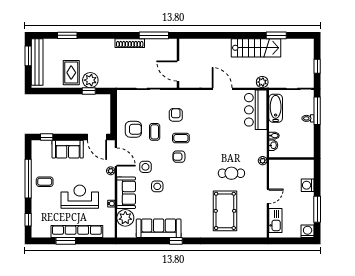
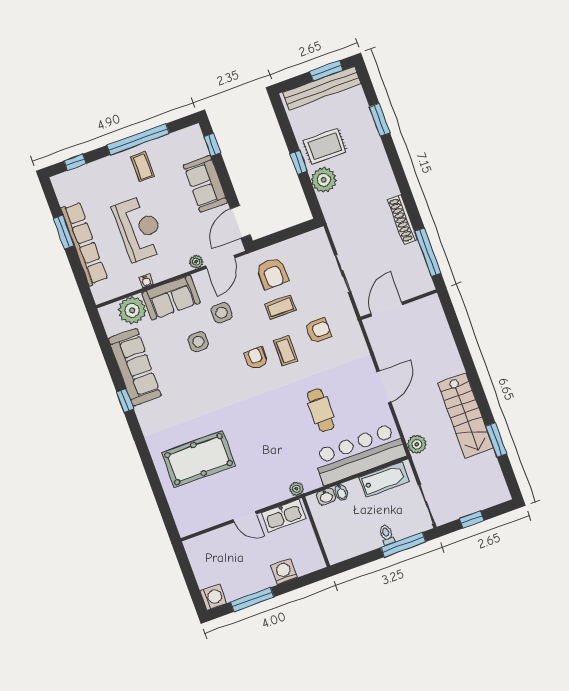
window: (89, 91) -> (299, 163), moved
bar counter: (256, 110) -> (359, 454), width x1.36
cafe table: (231, 173) -> (321, 410), moved
kitchen sink: (275, 221) -> (284, 516), moved

